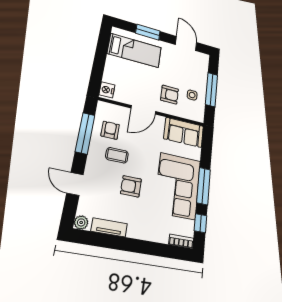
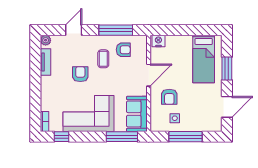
door: (143, 110) -> (149, 75), swing flipped
window: (204, 186) -> (122, 137), moved

